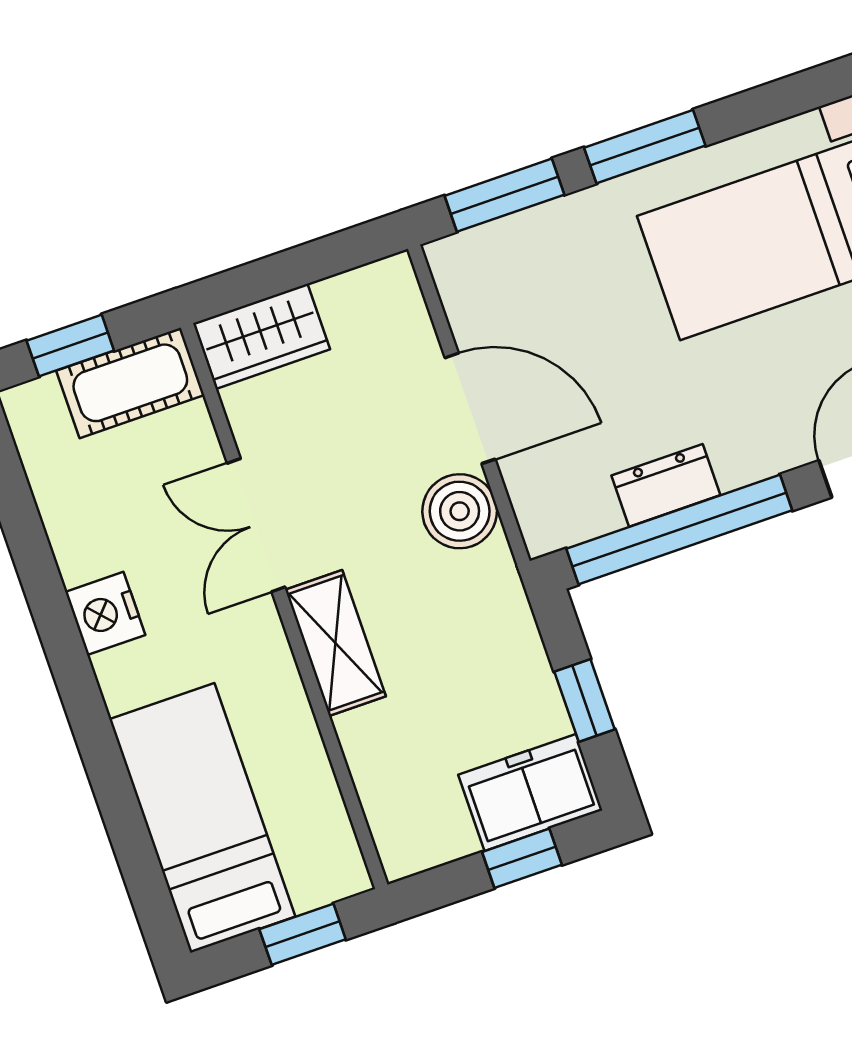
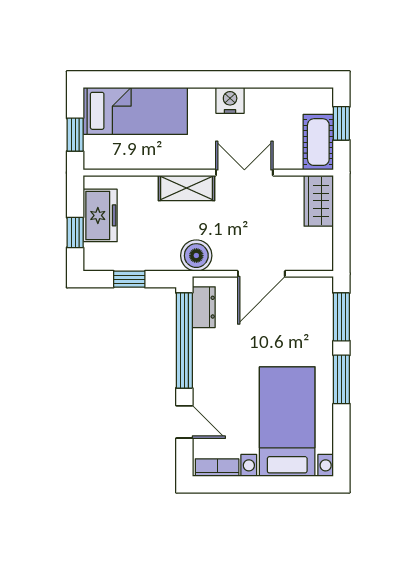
dresser: (666, 485) -> (204, 307), moved
boiler: (460, 511) -> (196, 256), moved
freezer: (530, 792) -> (100, 215), moved

